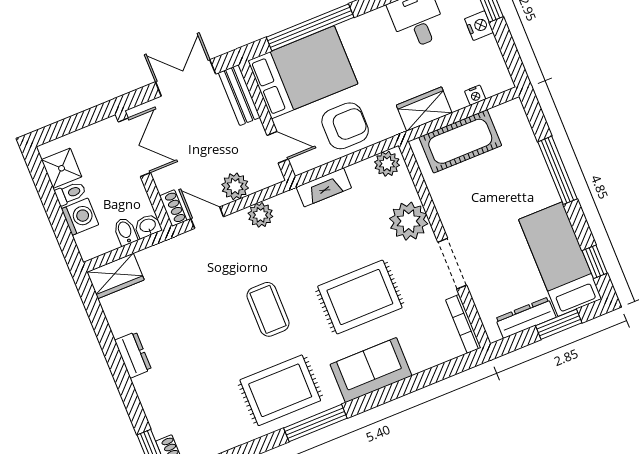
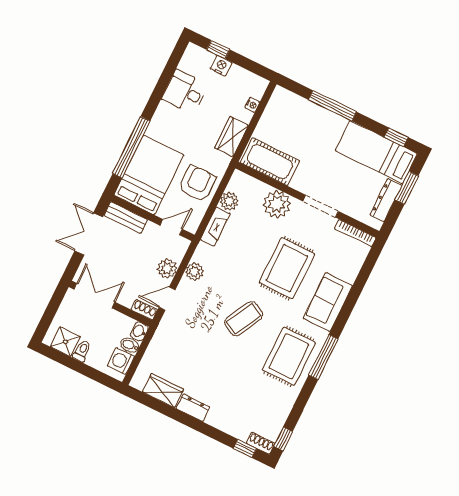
cot: (460, 141) -> (270, 162), moved, turned 90
plant: (387, 164) -> (229, 201), moved
washing machine: (80, 217) -> (121, 361), moved, turned -90
wardrobe: (116, 276) -> (163, 391), moved, turned -90
coffee table: (268, 309) -> (244, 319), turned -62

